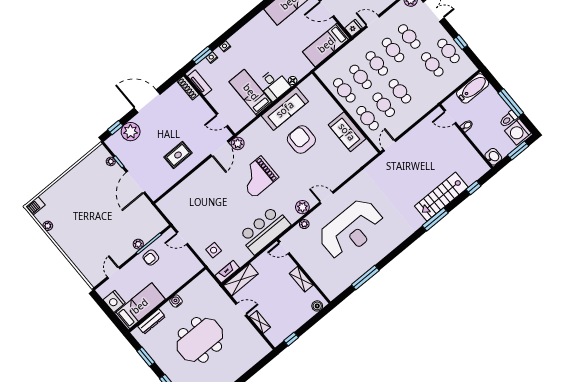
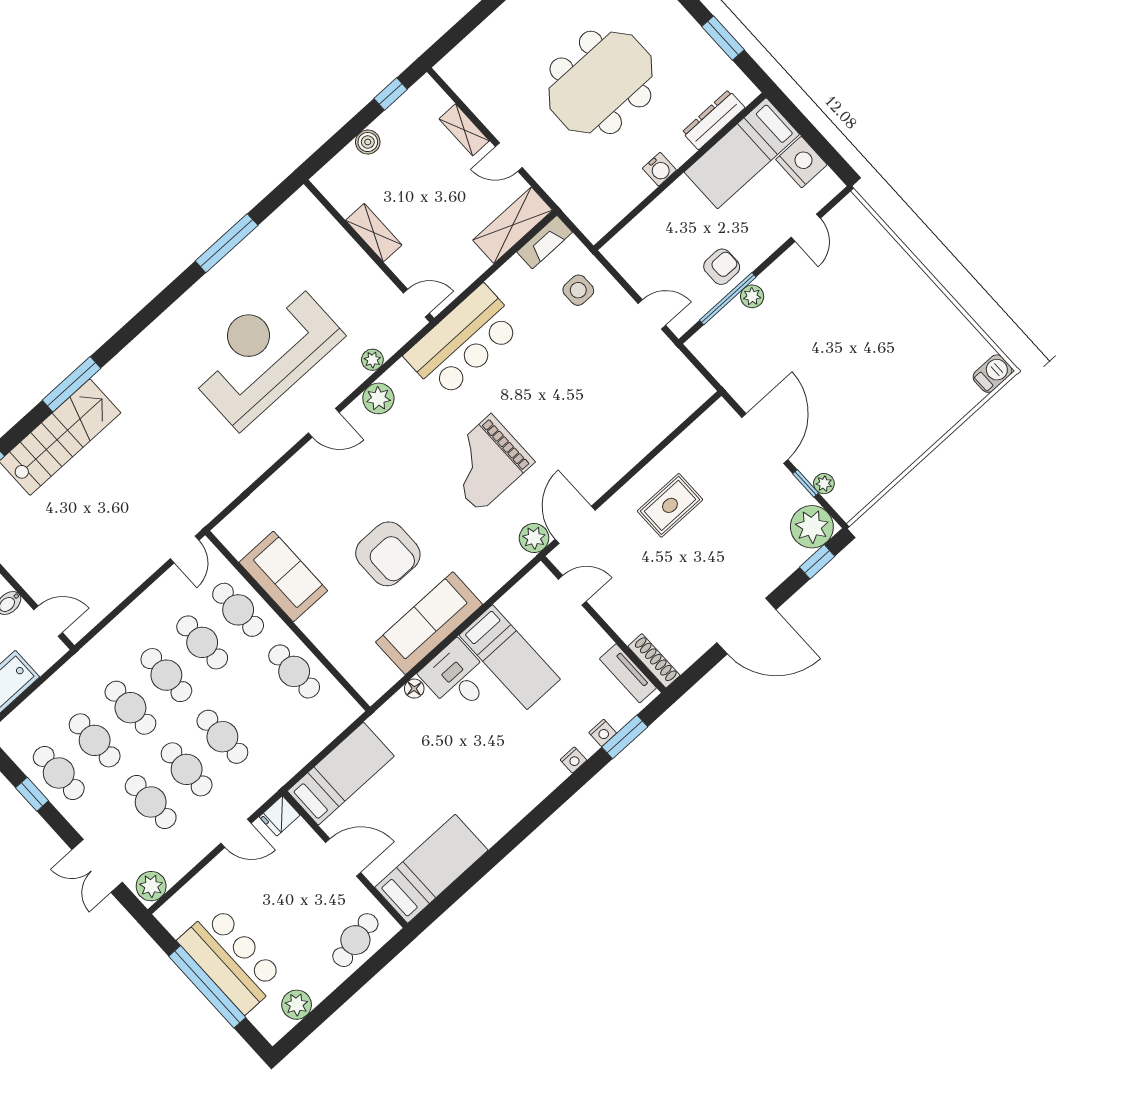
cafe table: (361, 77) -> (130, 708), moved
plant: (131, 132) -> (812, 527), moved
grand piano: (257, 177) -> (485, 463), turned 180
plant: (48, 226) -> (962, 329), removed
boiler: (317, 306) -> (368, 142), moved

